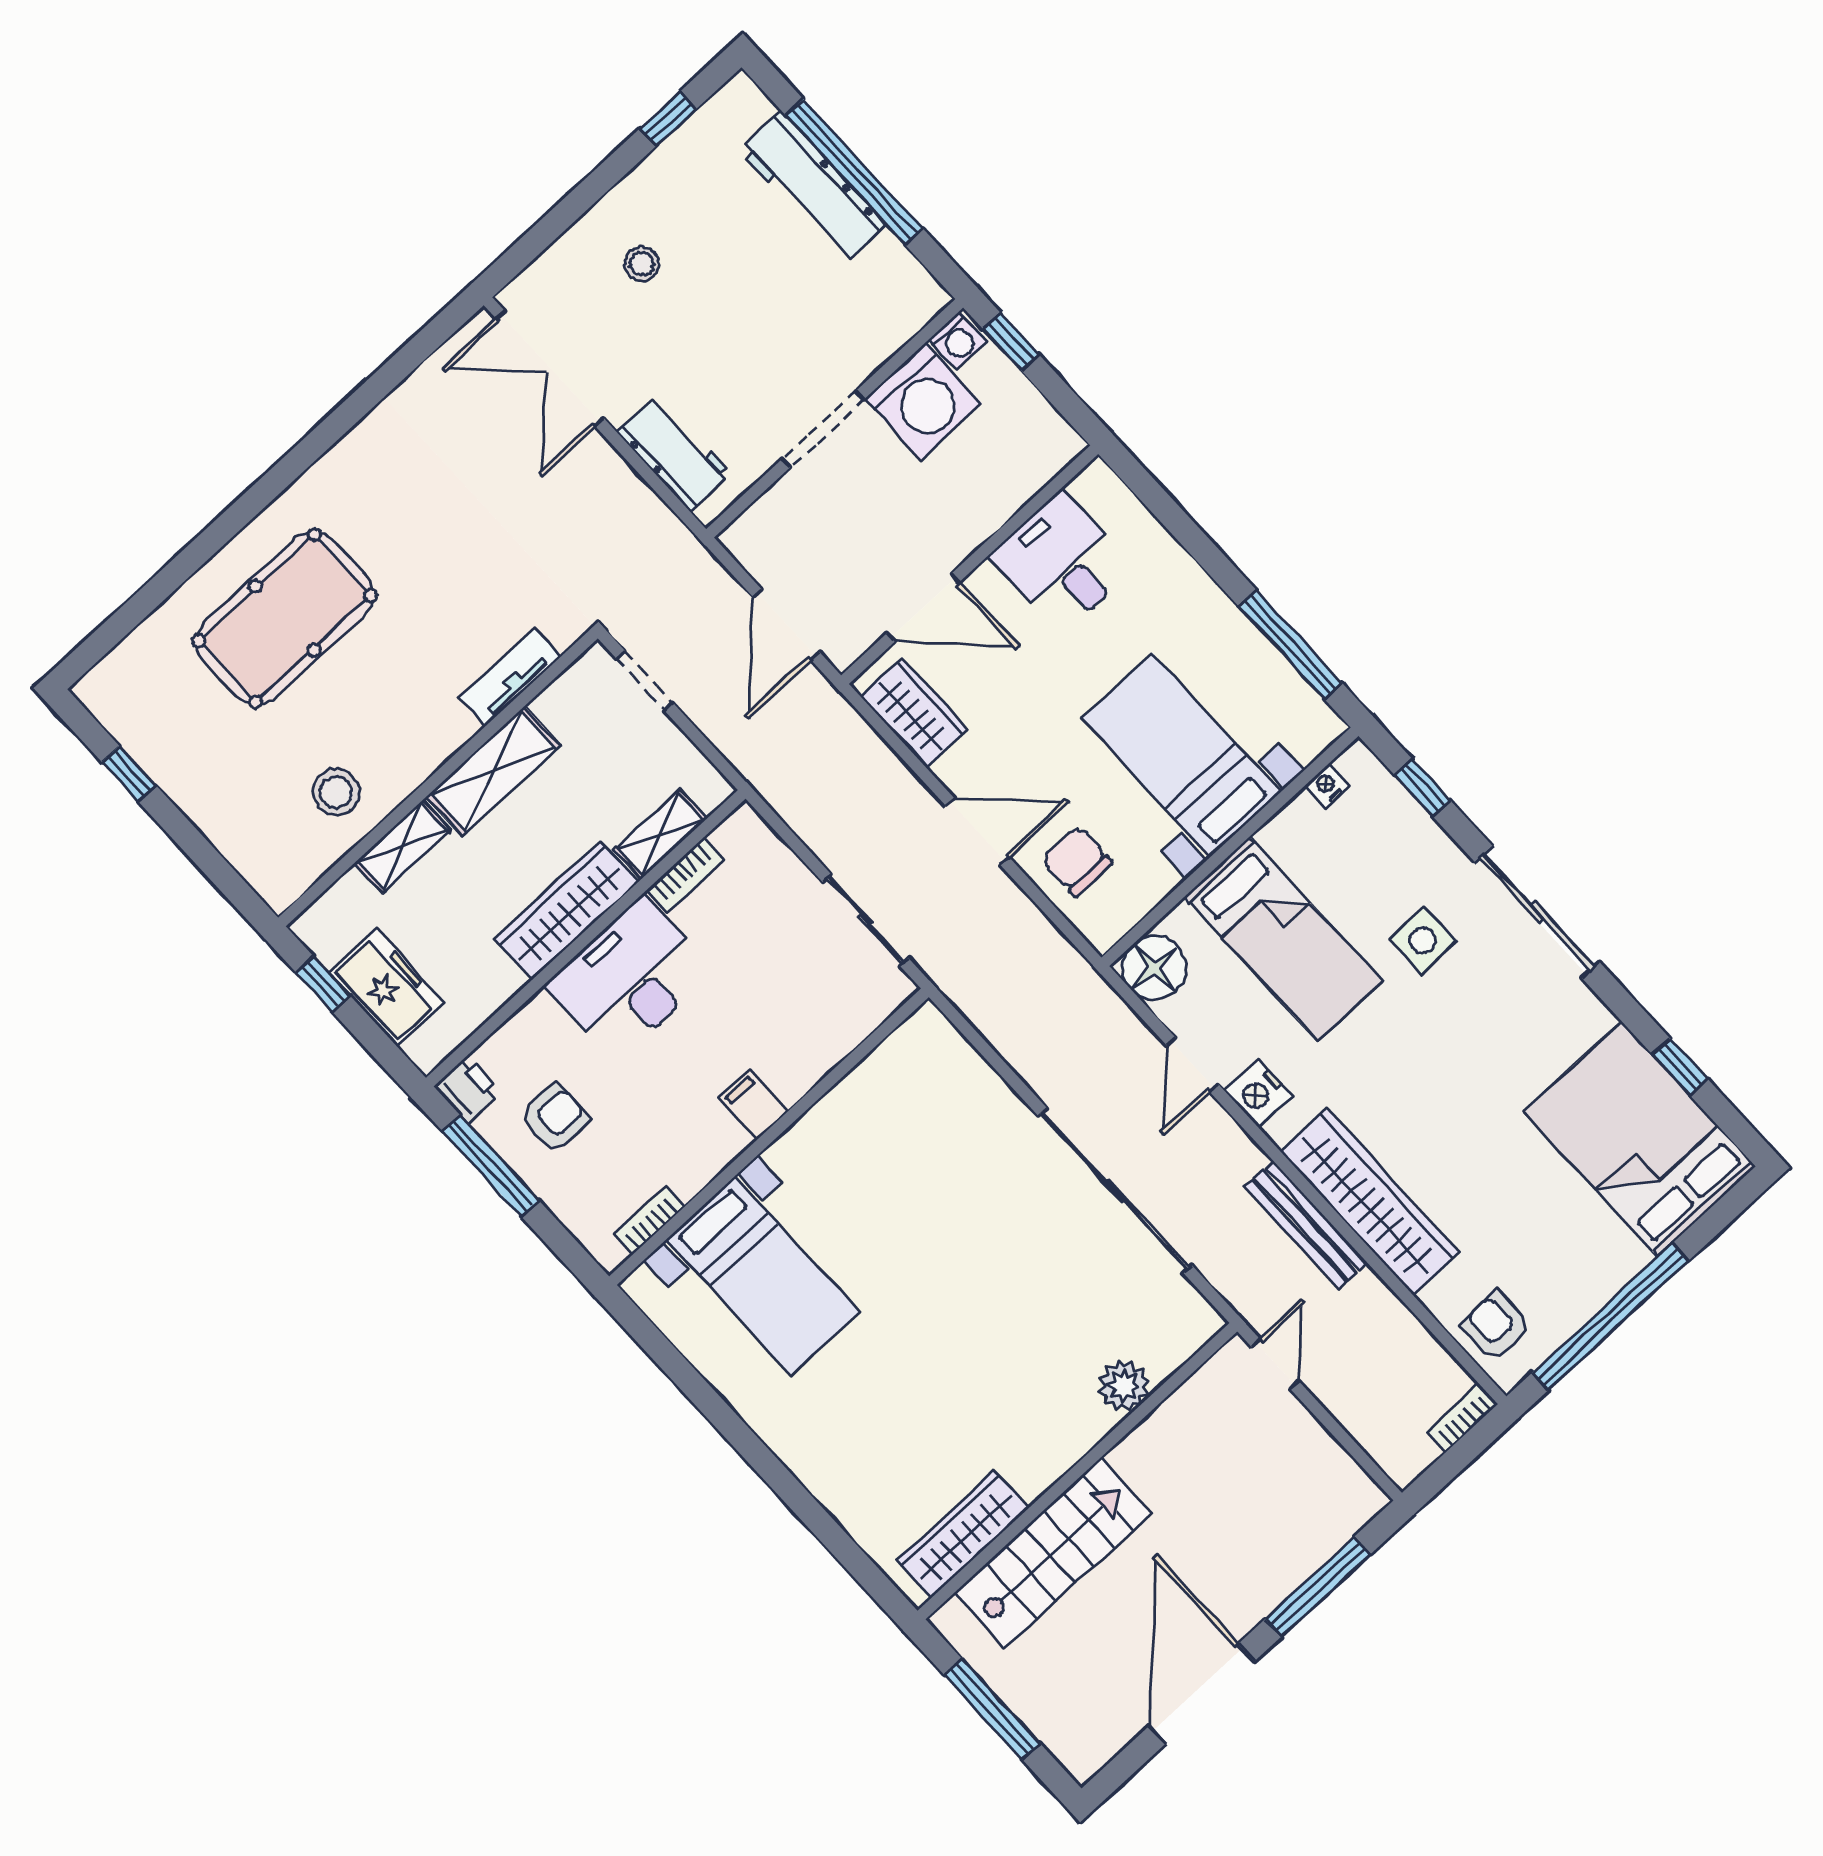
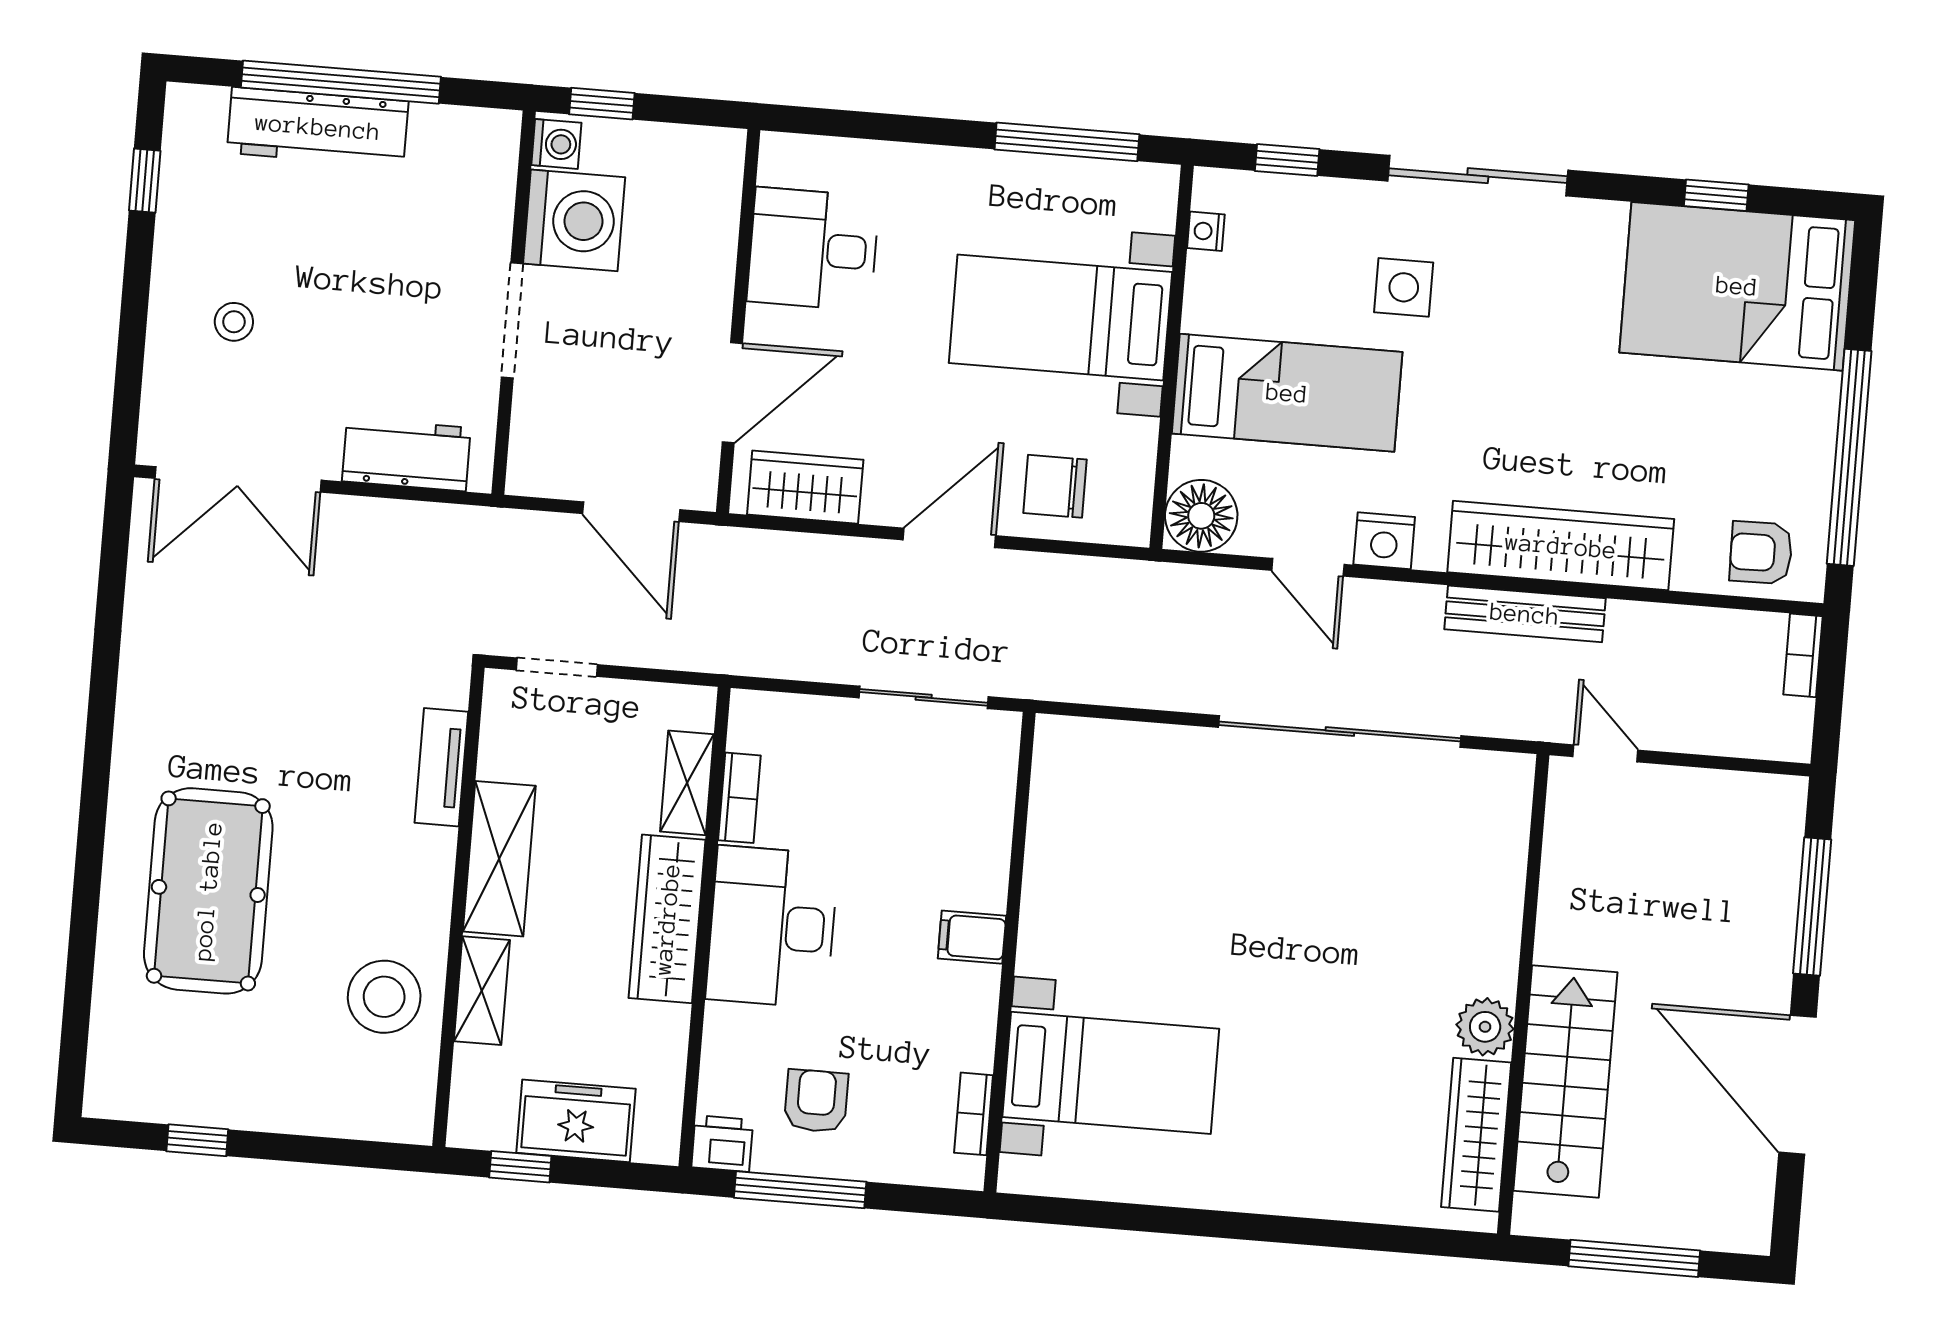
stool: (336, 792) -> (384, 997), width x1.38, depth x1.38
plant: (1124, 1386) -> (1485, 1027), moved

